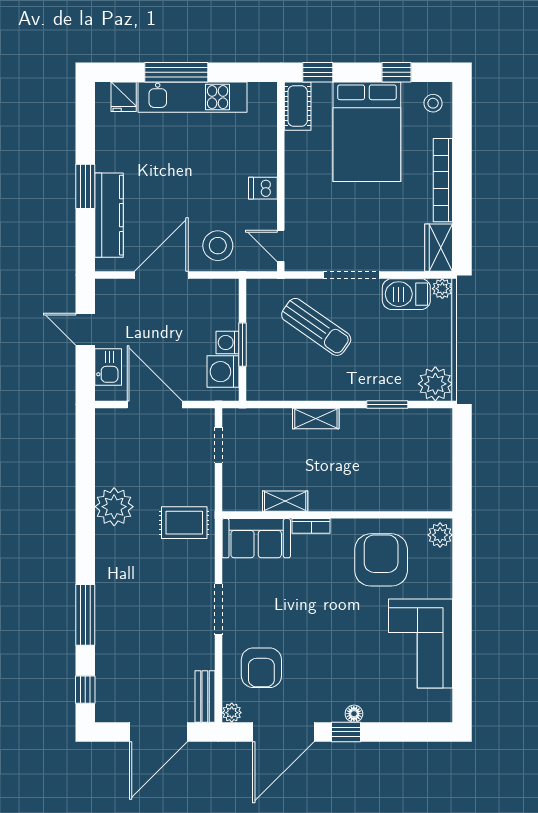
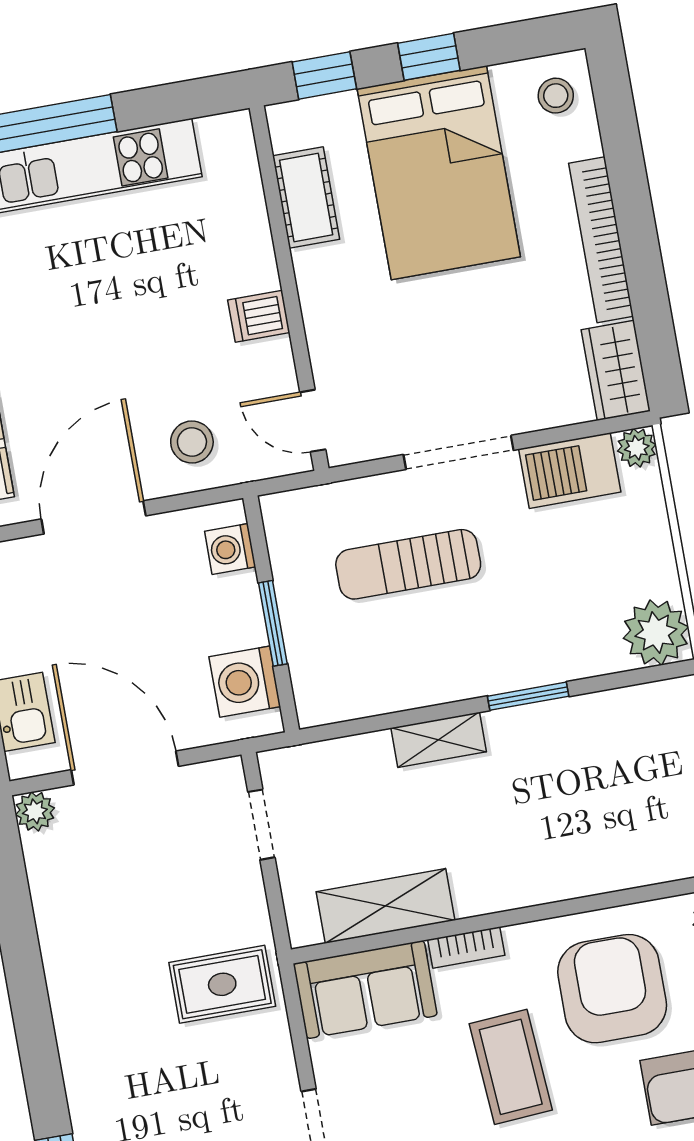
window: (397, 72) -> (429, 57), moved
cot: (298, 106) -> (306, 197), moved
stool: (218, 246) -> (192, 442), width x0.73, depth x0.73
sun lounger: (316, 327) -> (408, 564), turned 145
washing machine: (227, 342) -> (230, 549), moved
window: (387, 404) -> (528, 696), moved
shelving: (285, 501) -> (386, 906), width x1.50, depth x1.33
plant: (114, 507) -> (35, 811), moved, width x0.53, depth x0.53
coffee table: (323, 590) -> (511, 1067), added

